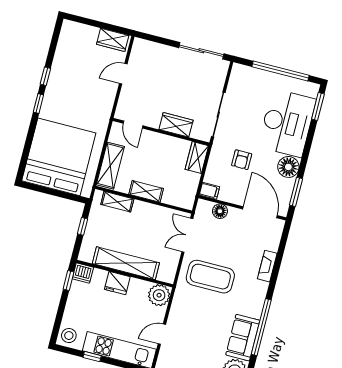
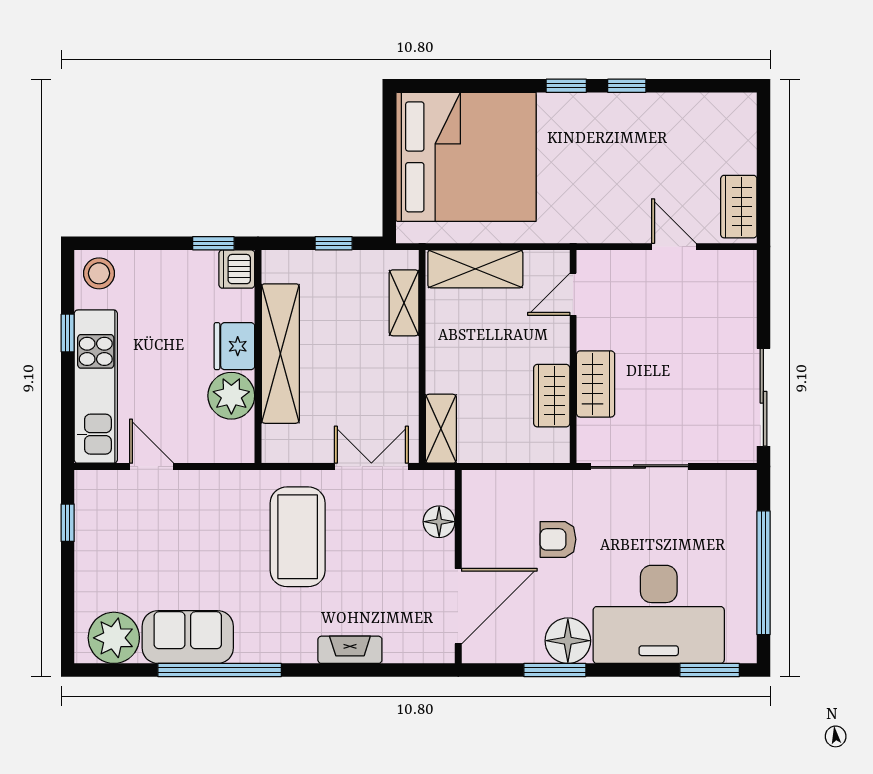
wardrobe: (197, 158) -> (552, 396), moved, turned -90
shelving: (146, 191) -> (441, 429), moved
filing cabinet: (209, 191) -> (476, 489), removed
window: (296, 192) -> (555, 670), moved
plant: (159, 295) -> (231, 396), moved

